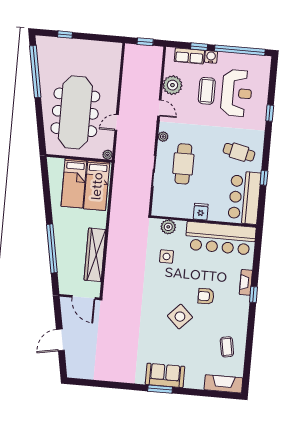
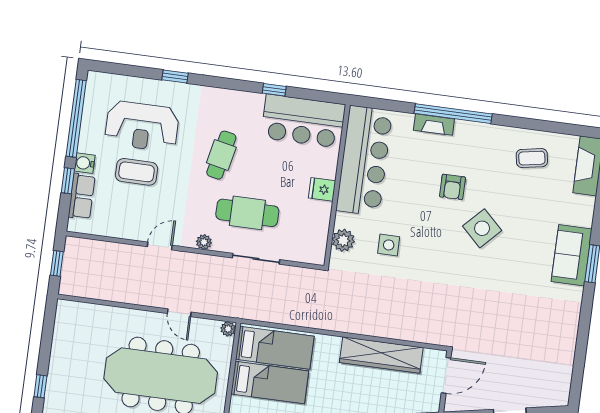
plant: (172, 85) -> (125, 224), removed
reception desk: (237, 93) -> (142, 126), turned 180
cafe table: (239, 152) -> (221, 155), moved
window: (254, 295) -> (453, 114), width x3.17

